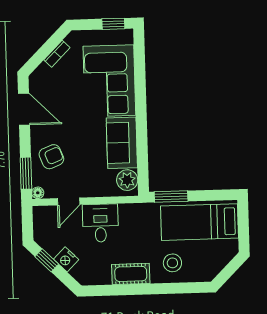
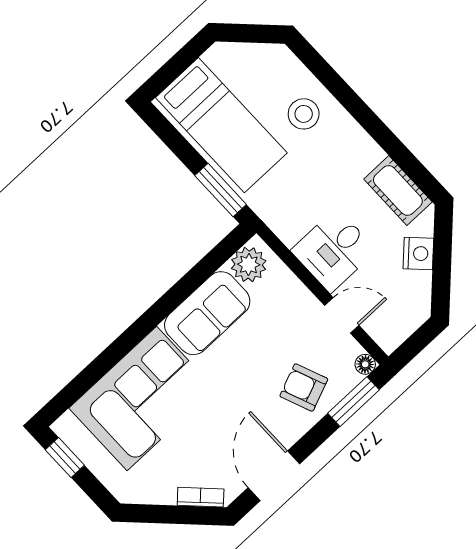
bookcase: (57, 54) -> (201, 497), moved
window: (47, 260) -> (441, 277), removed
cot: (131, 274) -> (398, 190), moved

